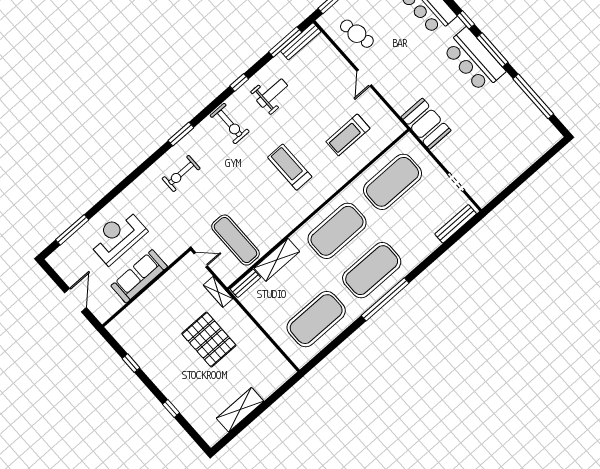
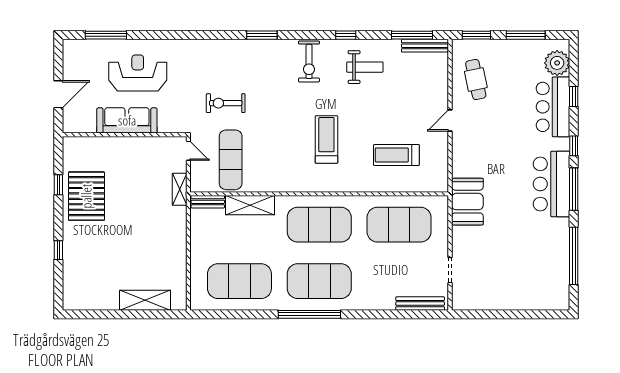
exercise bike: (181, 174) -> (226, 103), moved
pallet: (209, 340) -> (86, 196), moved
shelving: (240, 410) -> (145, 300), moved

